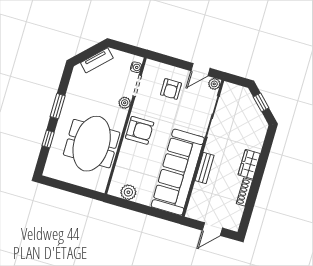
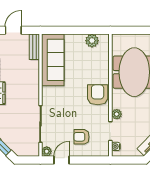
armchair: (171, 89) -> (81, 137), turned -90
armchair: (140, 130) -> (98, 95), turned 90
bench: (205, 168) -> (34, 47), moved
sofa: (178, 172) -> (53, 60), width x0.74, depth x0.79

